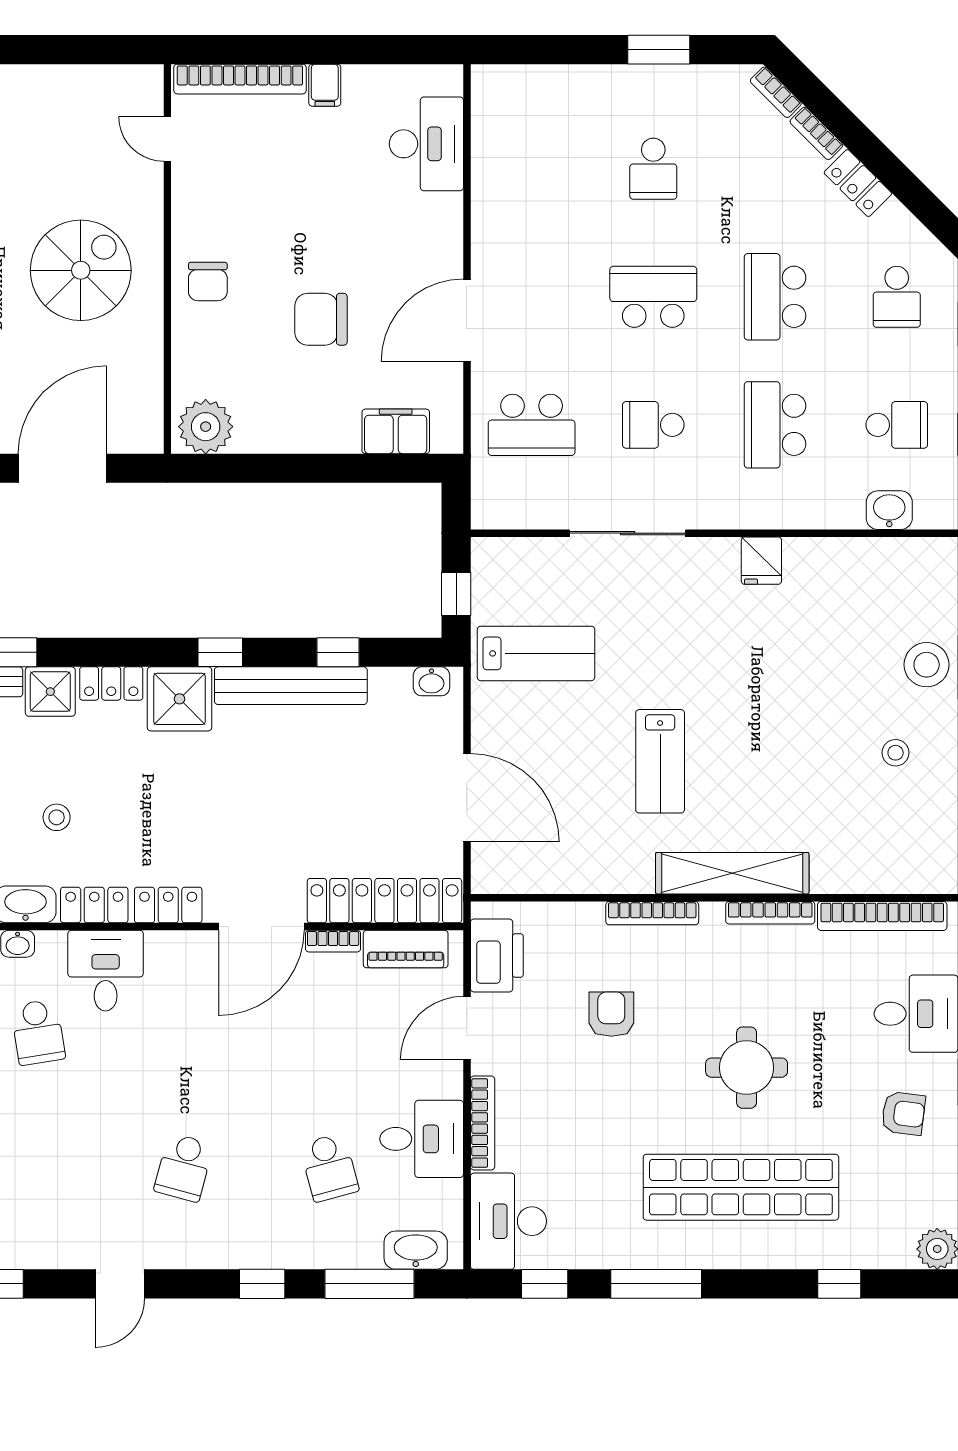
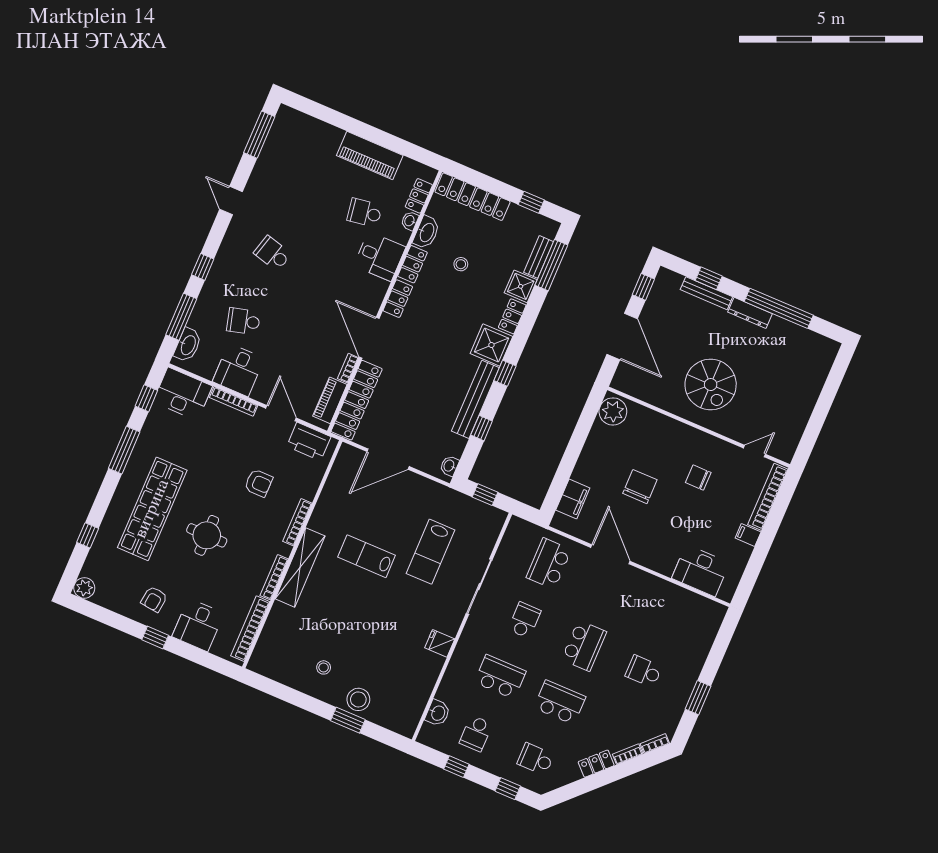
chair: (208, 282) -> (698, 478), moved
lab bench: (536, 653) -> (430, 552), moved

